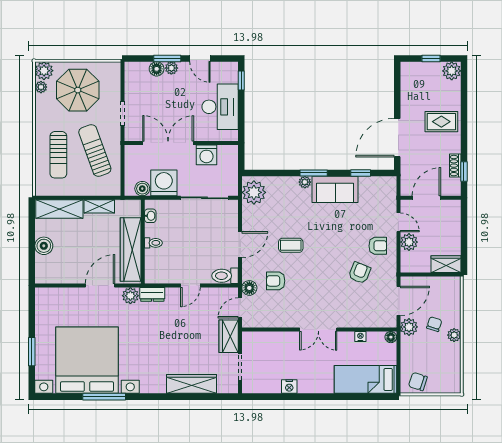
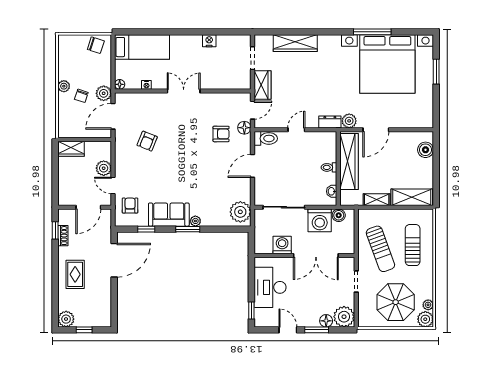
plant: (171, 68) -> (344, 317), moved, width x1.88, depth x1.88
rug: (441, 122) -> (75, 274), turned 90
coffee table: (291, 245) -> (208, 165), removed
boiler: (44, 246) -> (425, 150), moved
armchair: (378, 246) -> (130, 206), moved, turned 90

